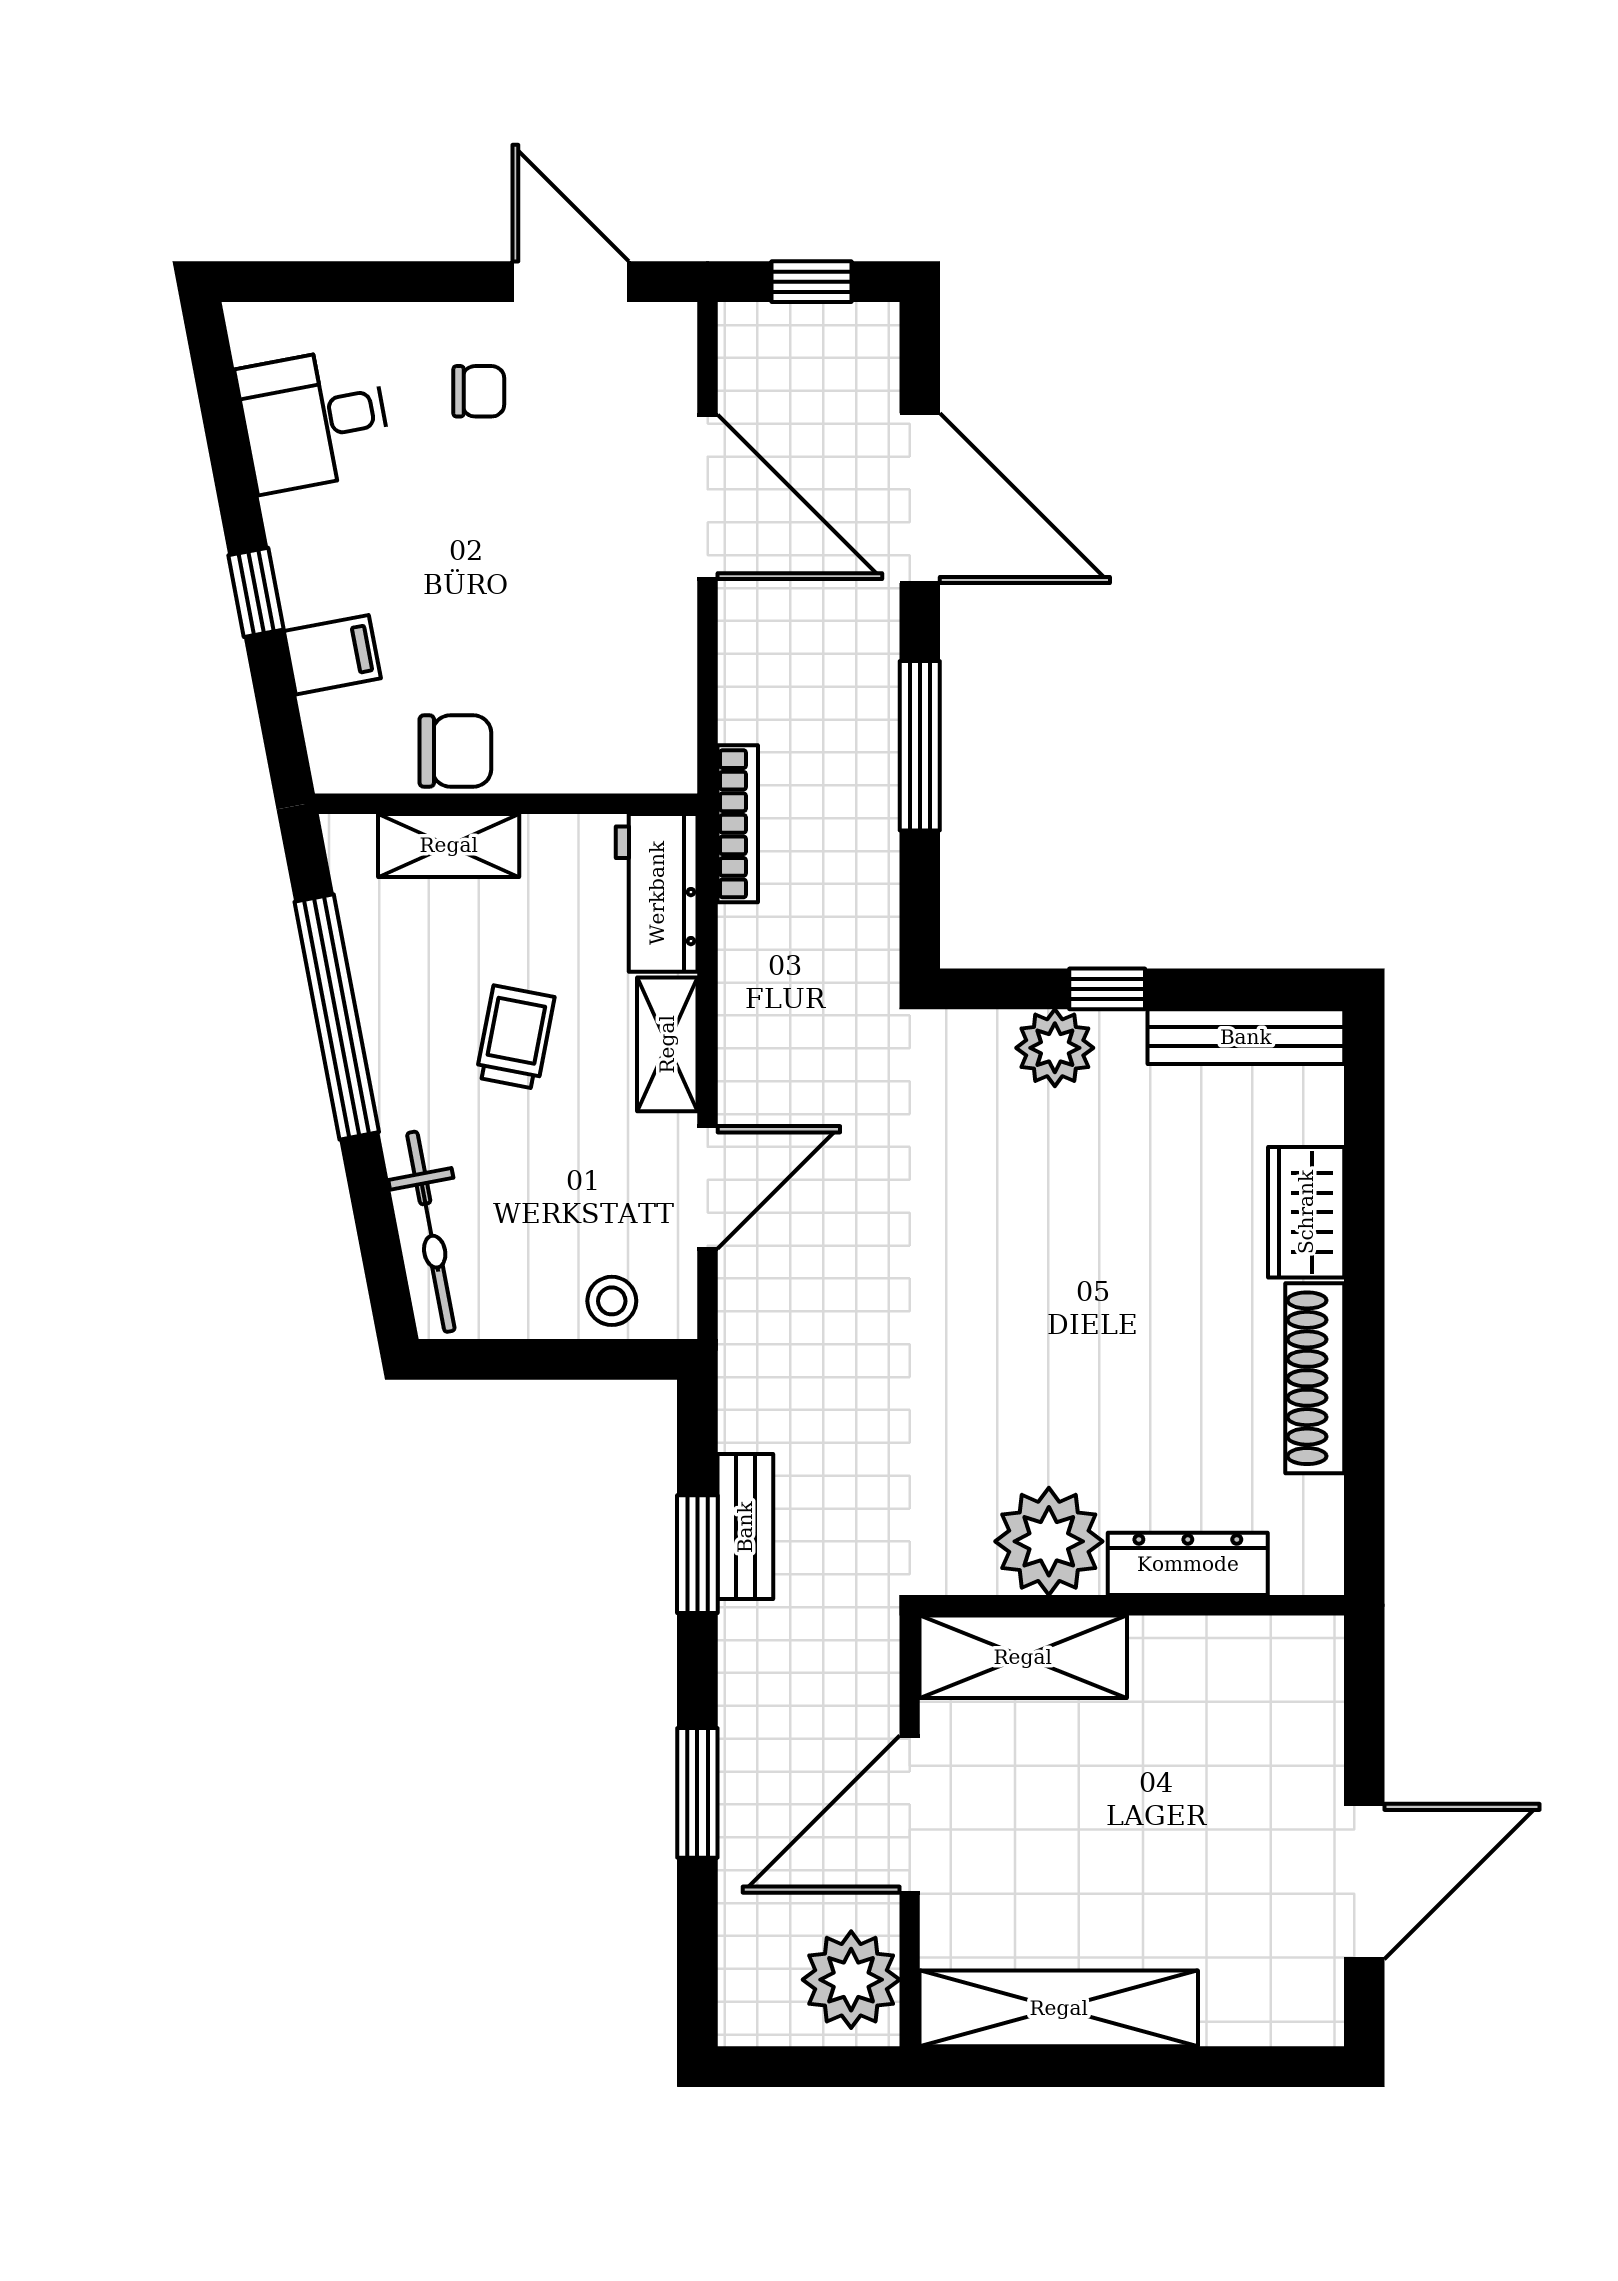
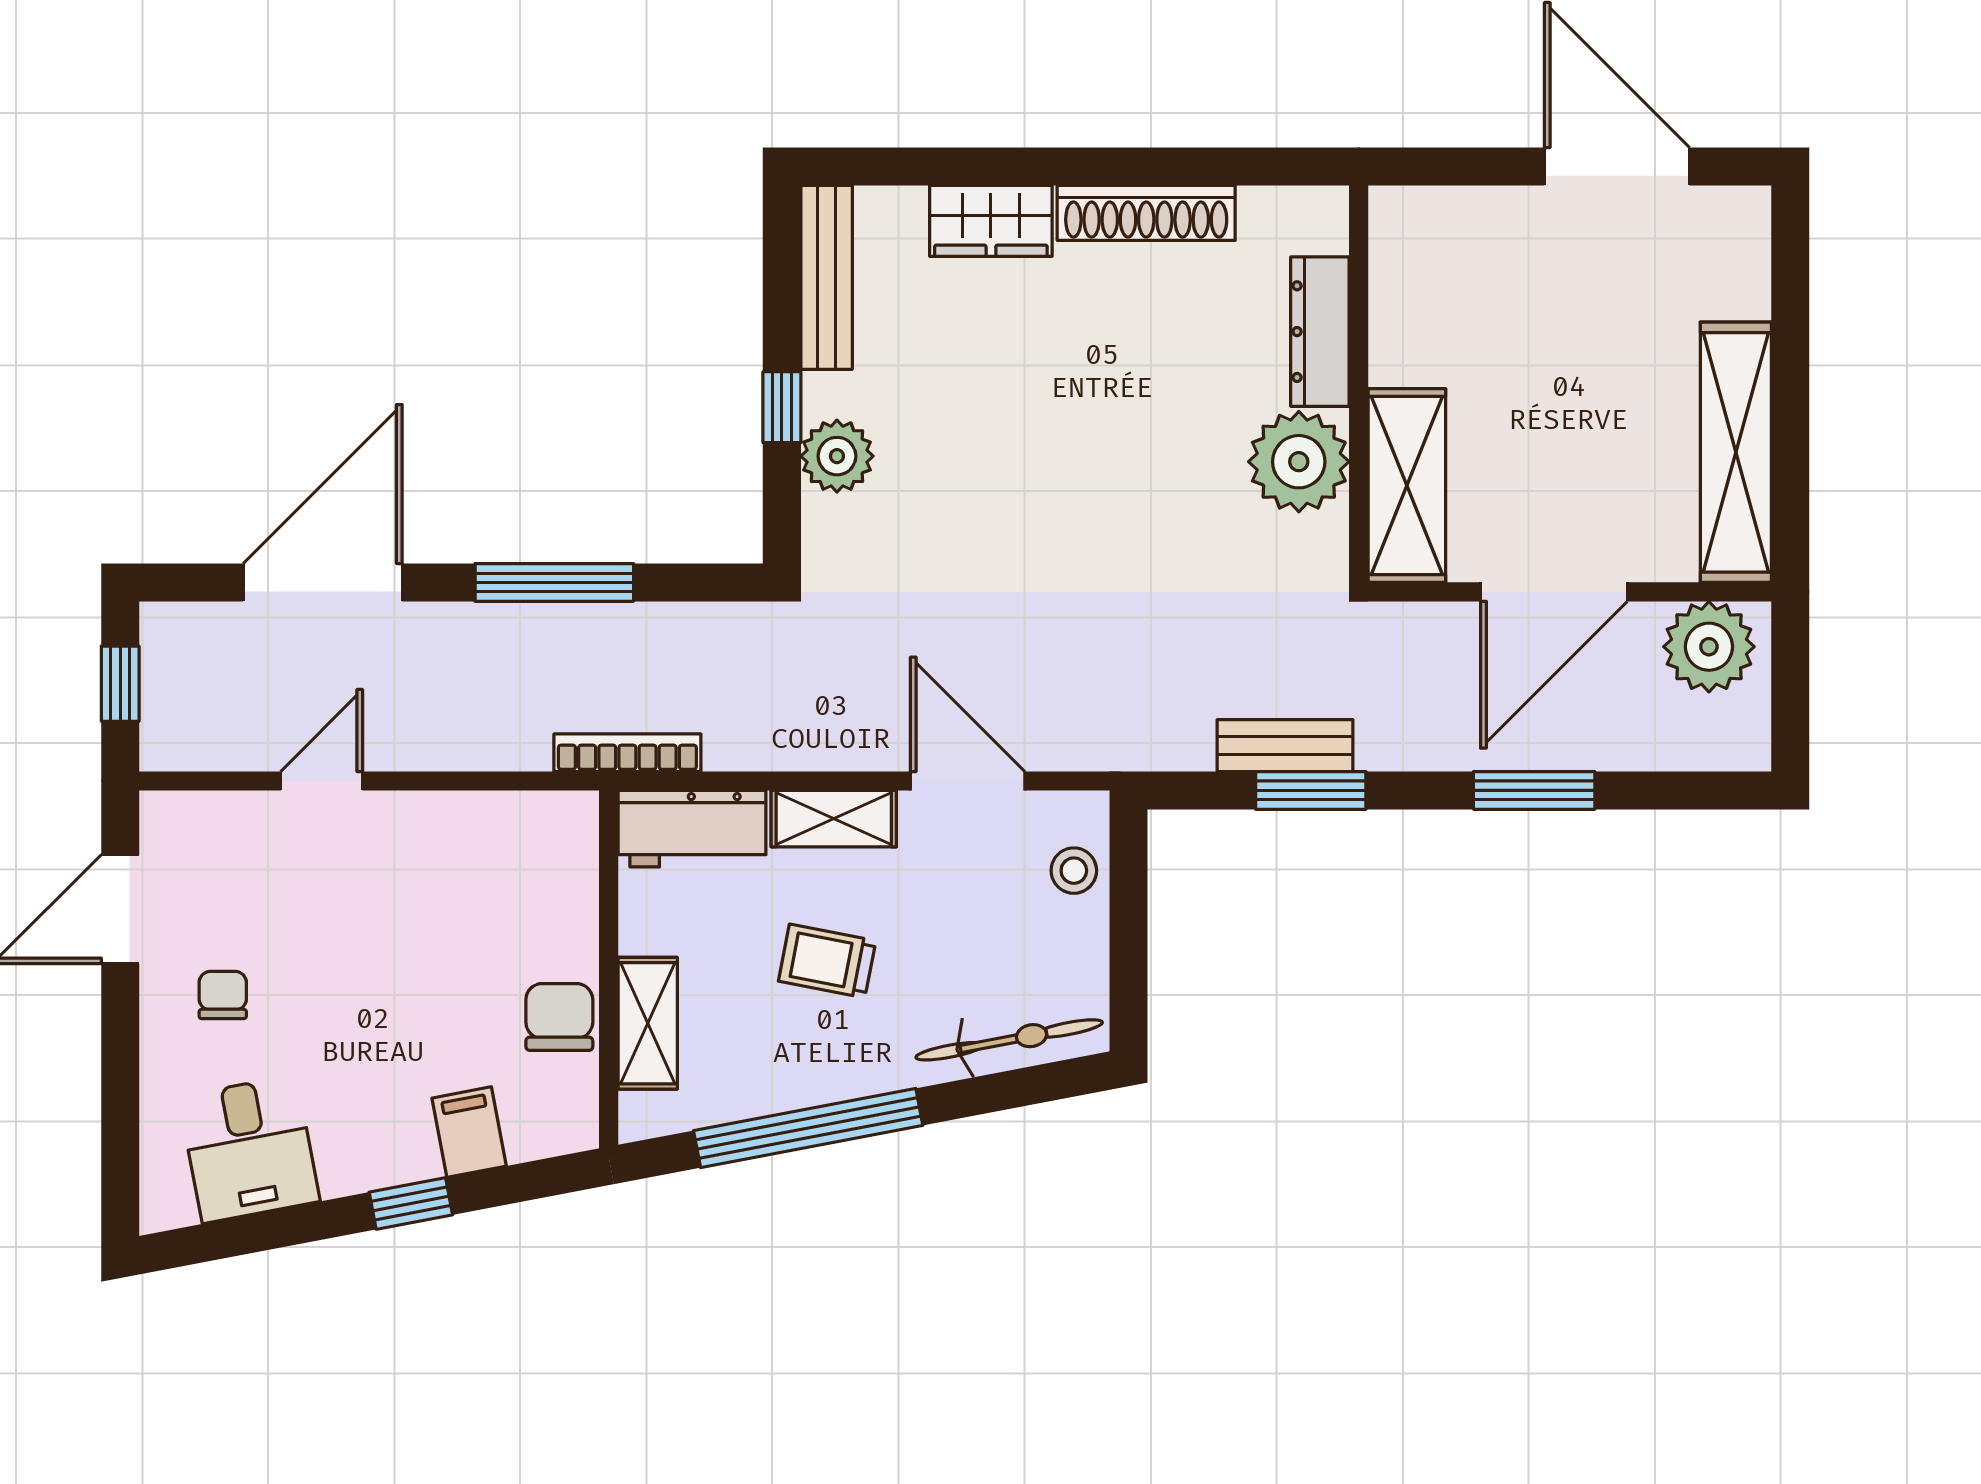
door: (708, 497) -> (322, 781), width x0.53
door: (910, 1814) -> (1554, 592), hinge flipped

